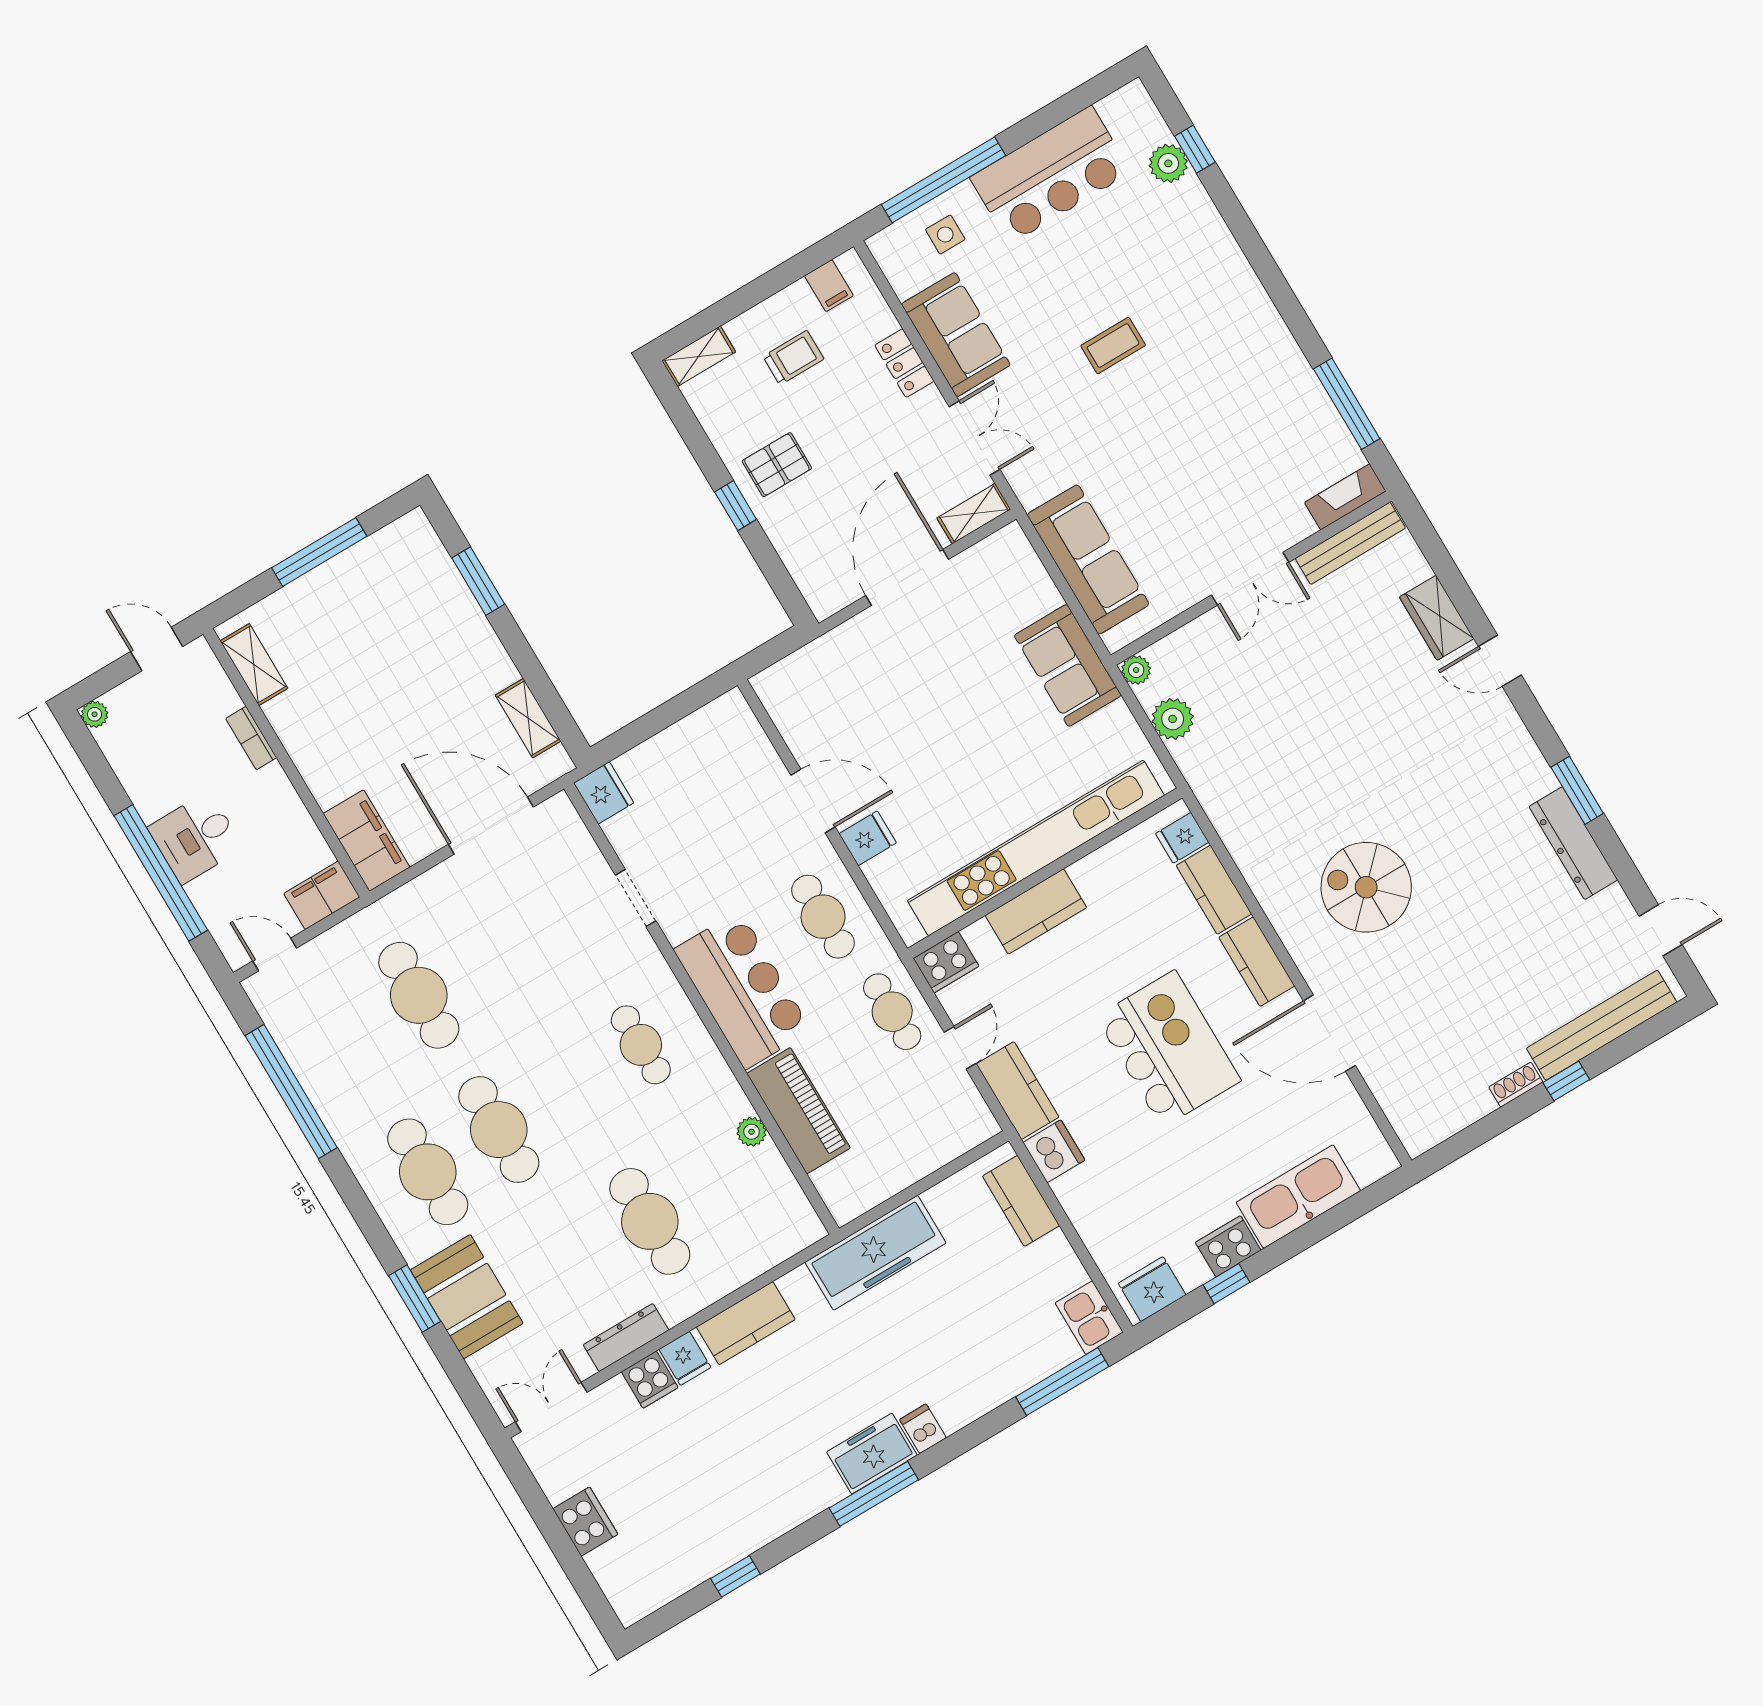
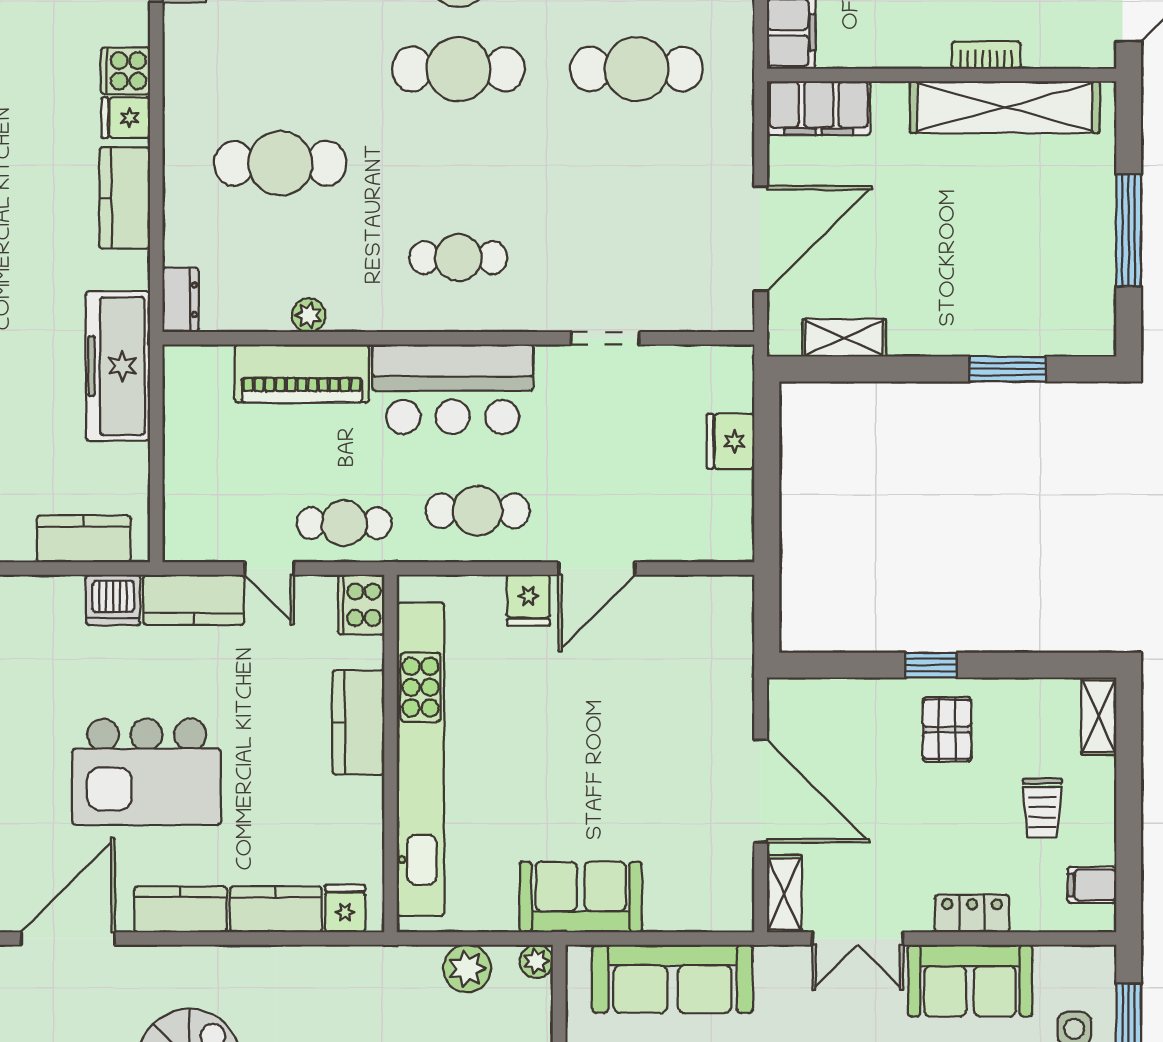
shelving: (254, 665) -> (1005, 107), width x2.20, depth x1.33
fridge: (604, 793) -> (731, 441), moved, turned 90
dresser: (626, 1338) -> (180, 300), moved, width x0.70

